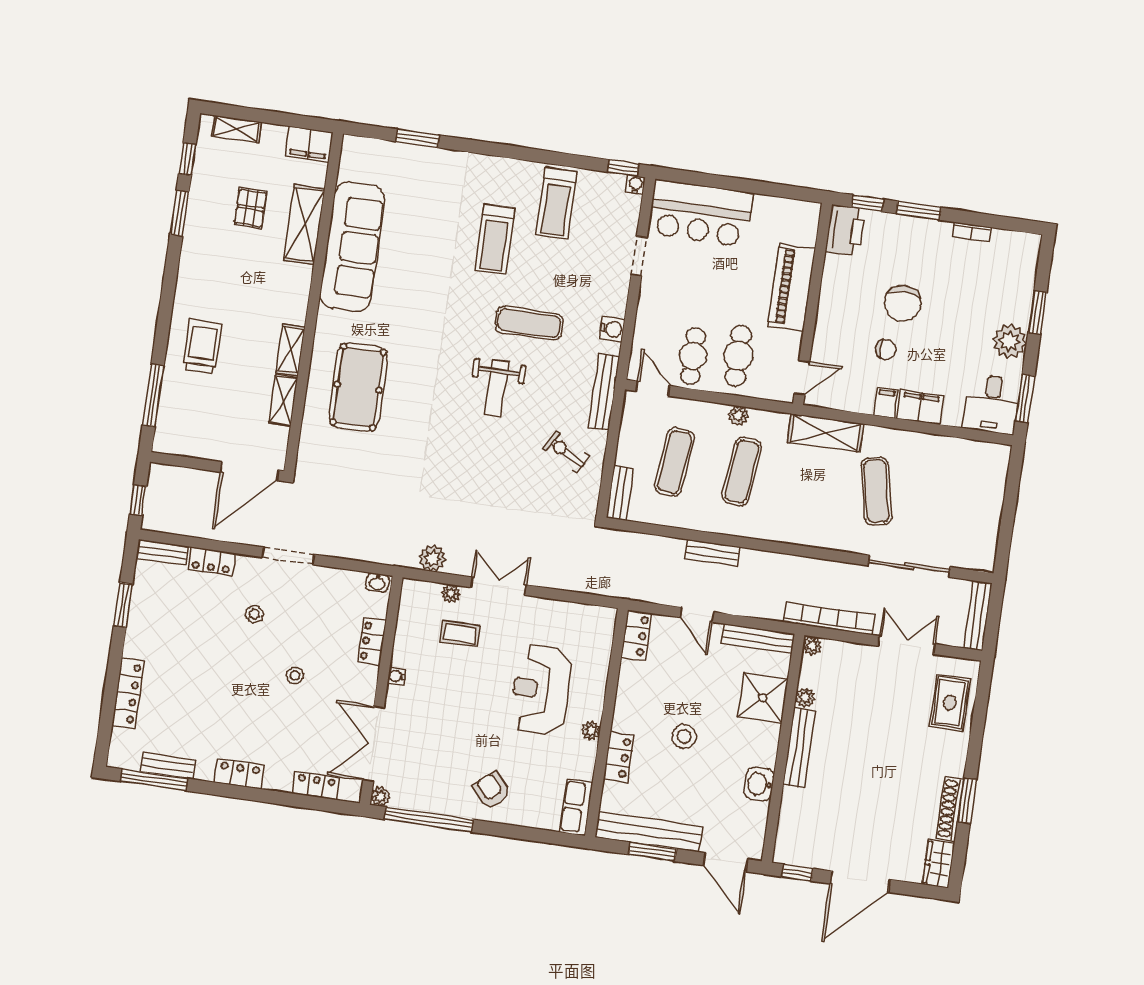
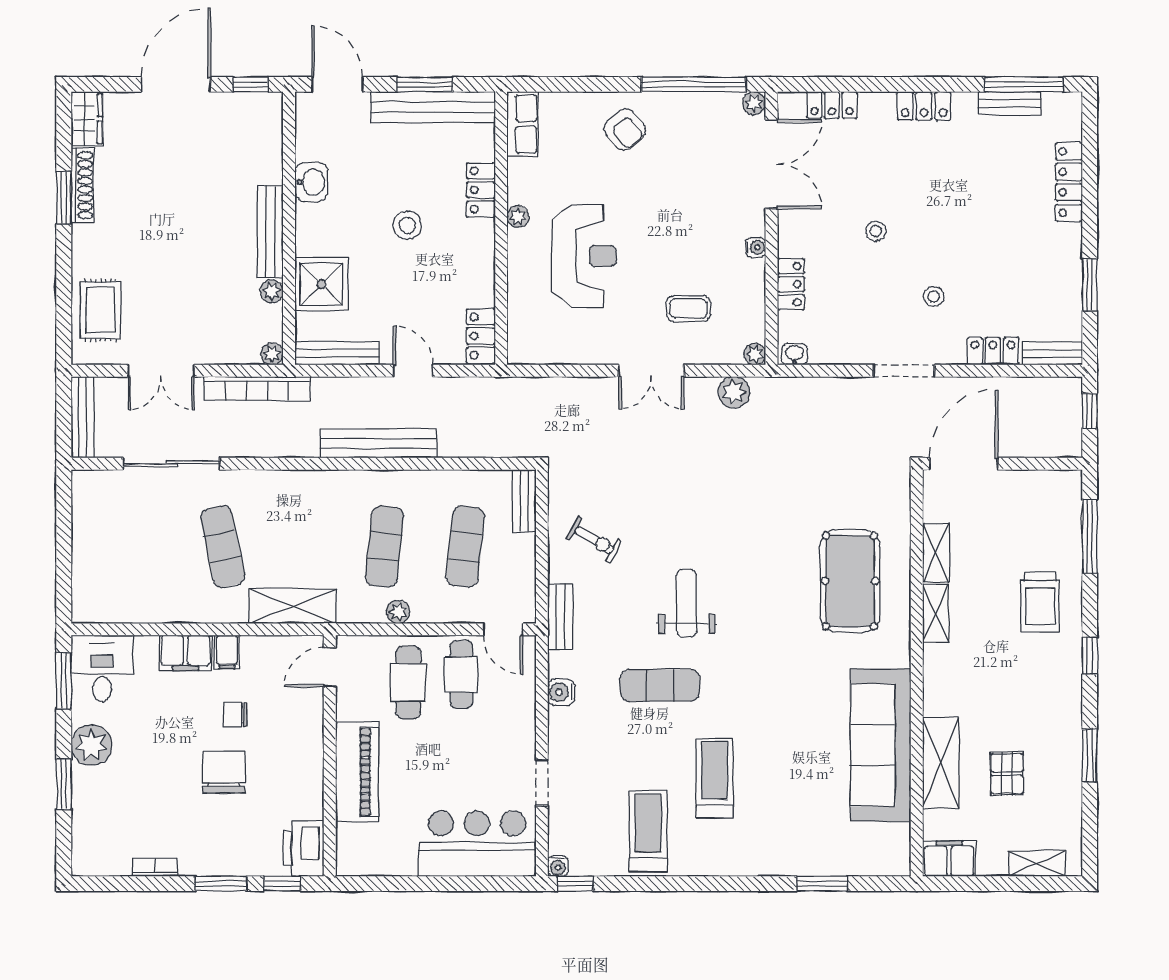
window: (187, 159) -> (1090, 656), moved
bench: (604, 392) -> (560, 617), width x0.73
bench: (712, 553) -> (378, 443), width x1.86, depth x1.21
plant: (451, 593) -> (755, 354), moved

